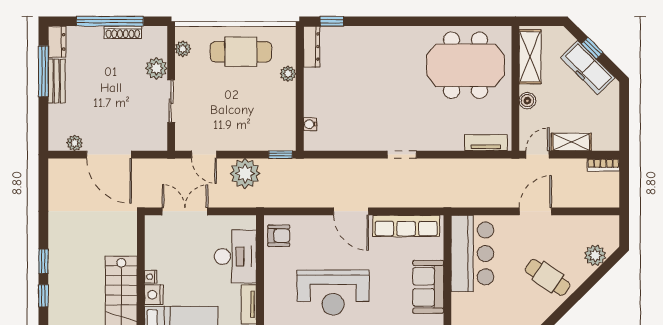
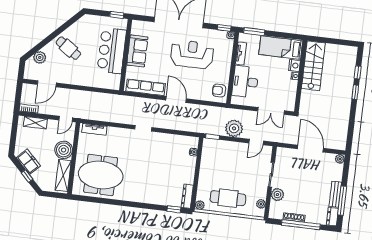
freezer: (588, 68) -> (28, 162), width x0.71
plant: (288, 74) -> (200, 205), moved
boiler: (527, 101) -> (64, 150), width x1.86, depth x1.86
shelving: (571, 142) -> (35, 123), moved
plant: (75, 143) -> (340, 159), moved
door: (204, 155) -> (256, 142), swing flipped
door: (535, 211) -> (47, 84), moved
bar counter: (472, 253) -> (112, 51), moved

